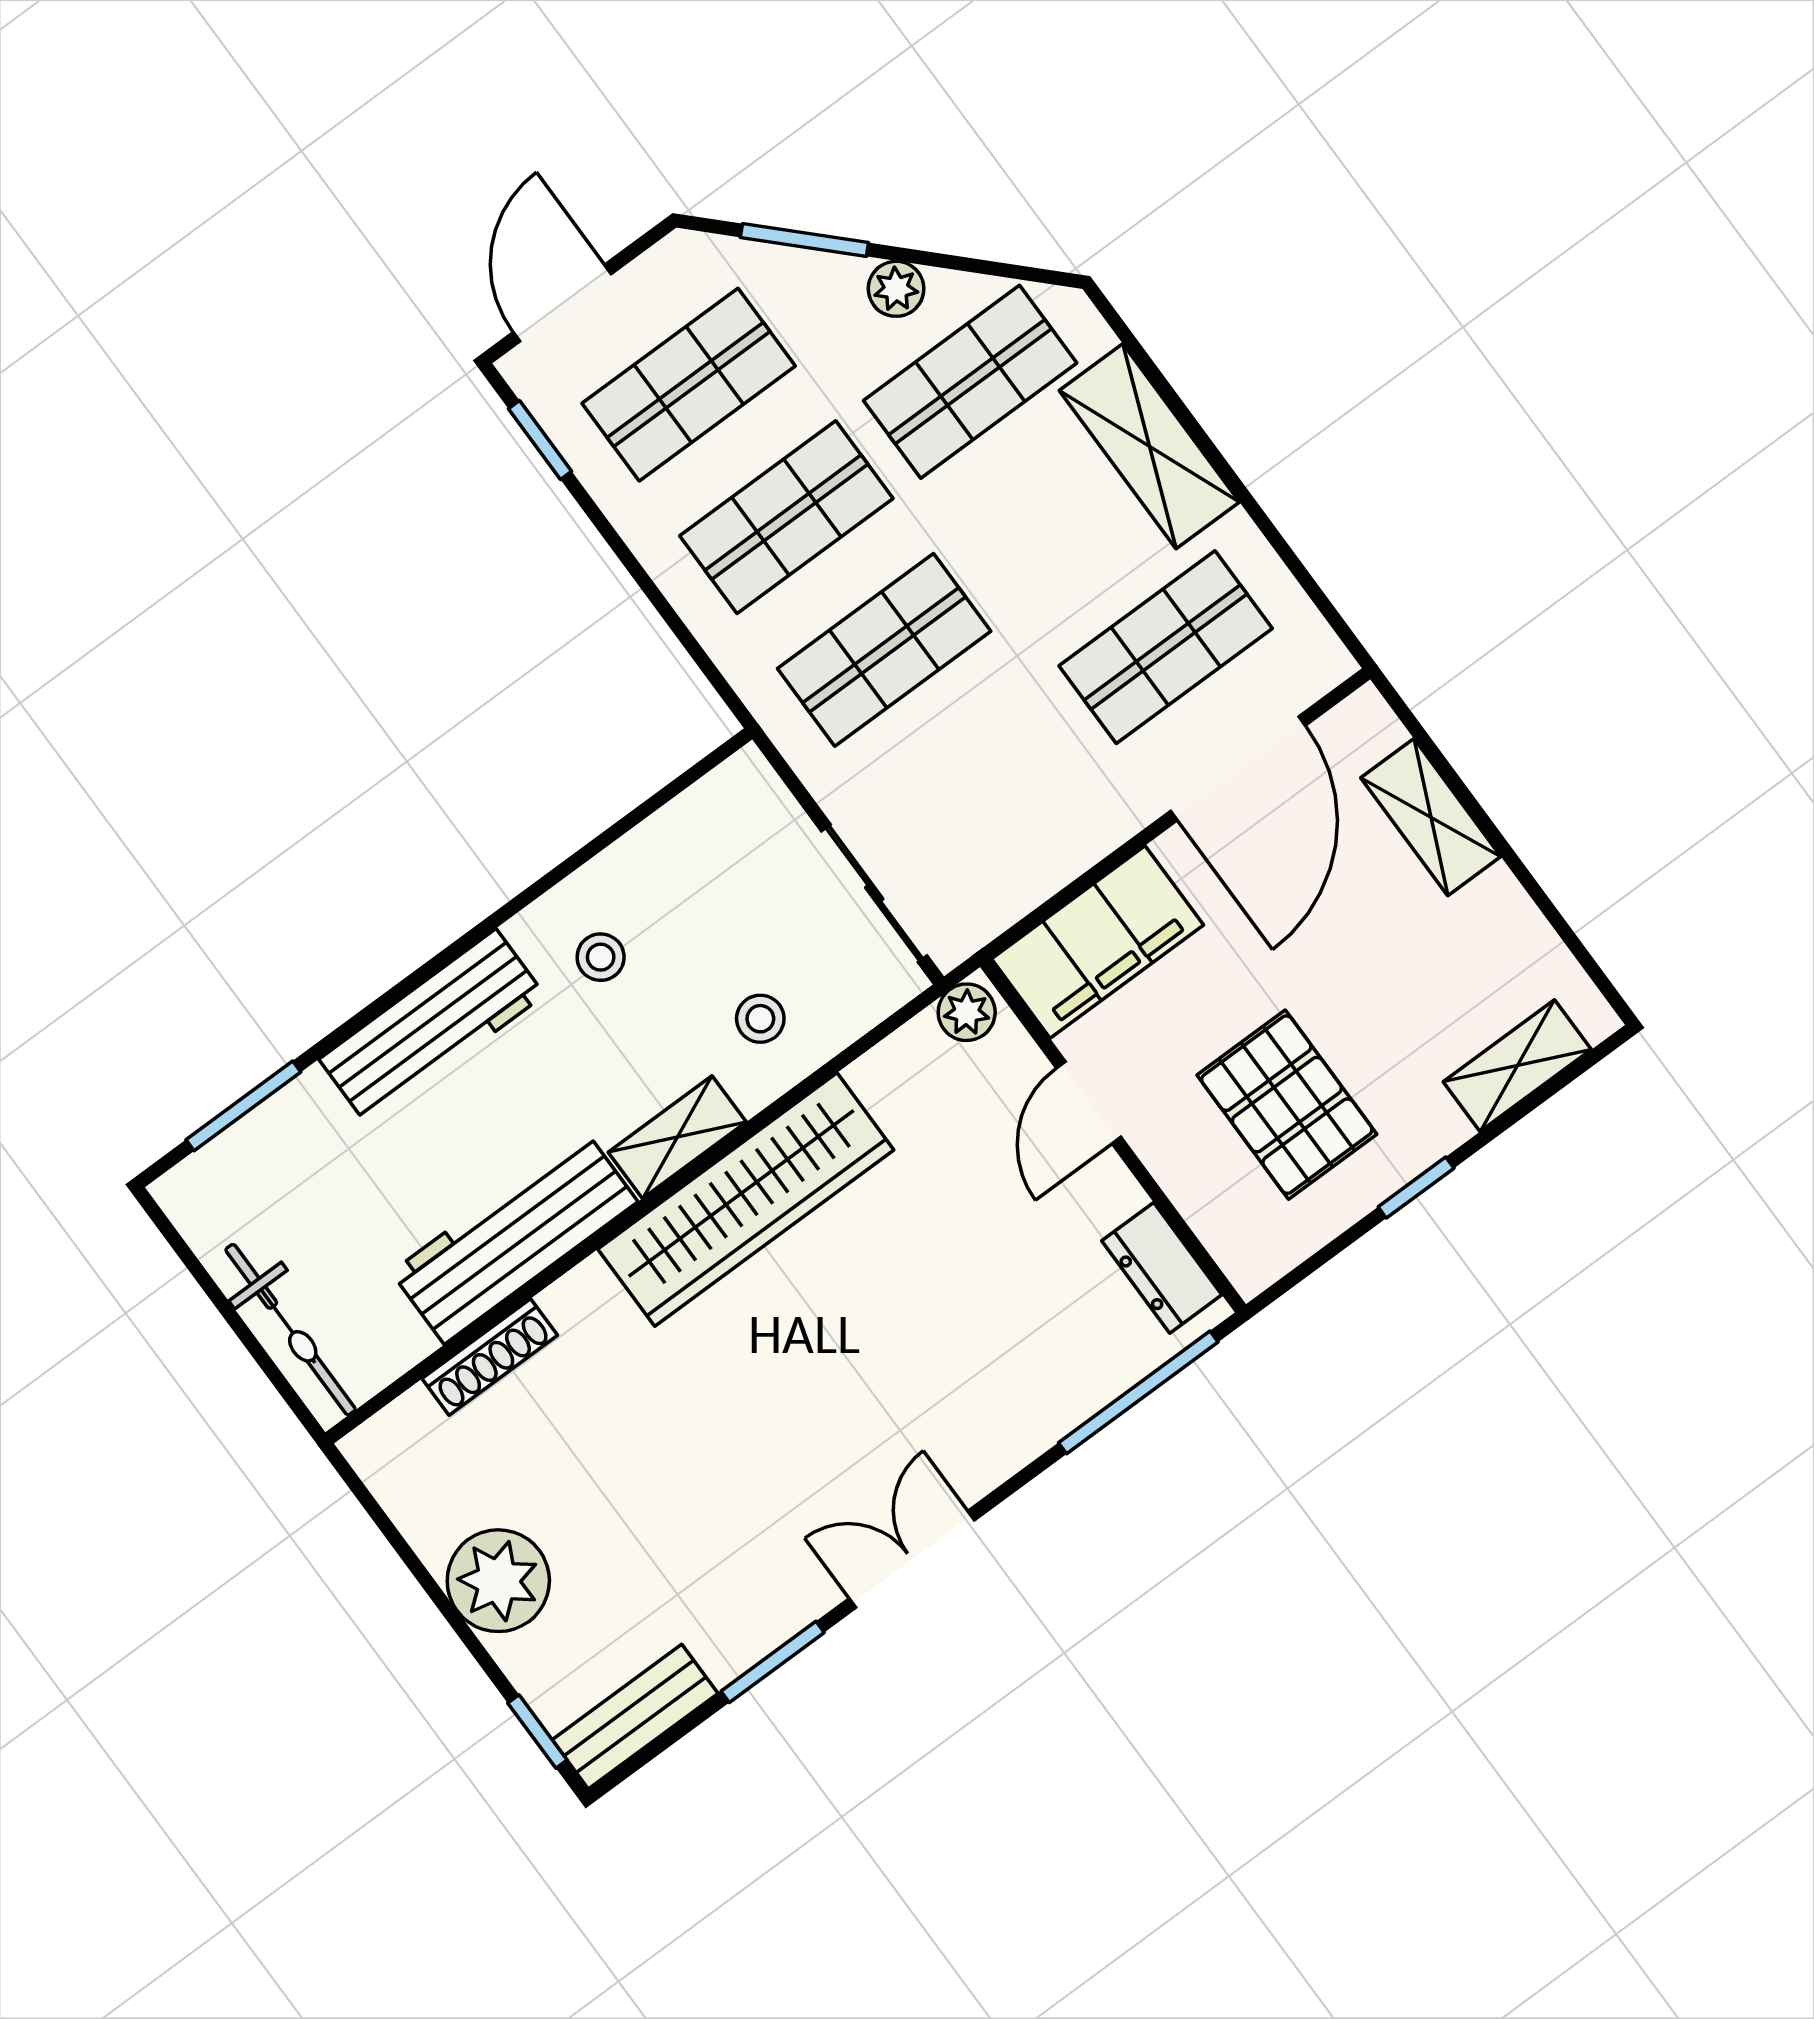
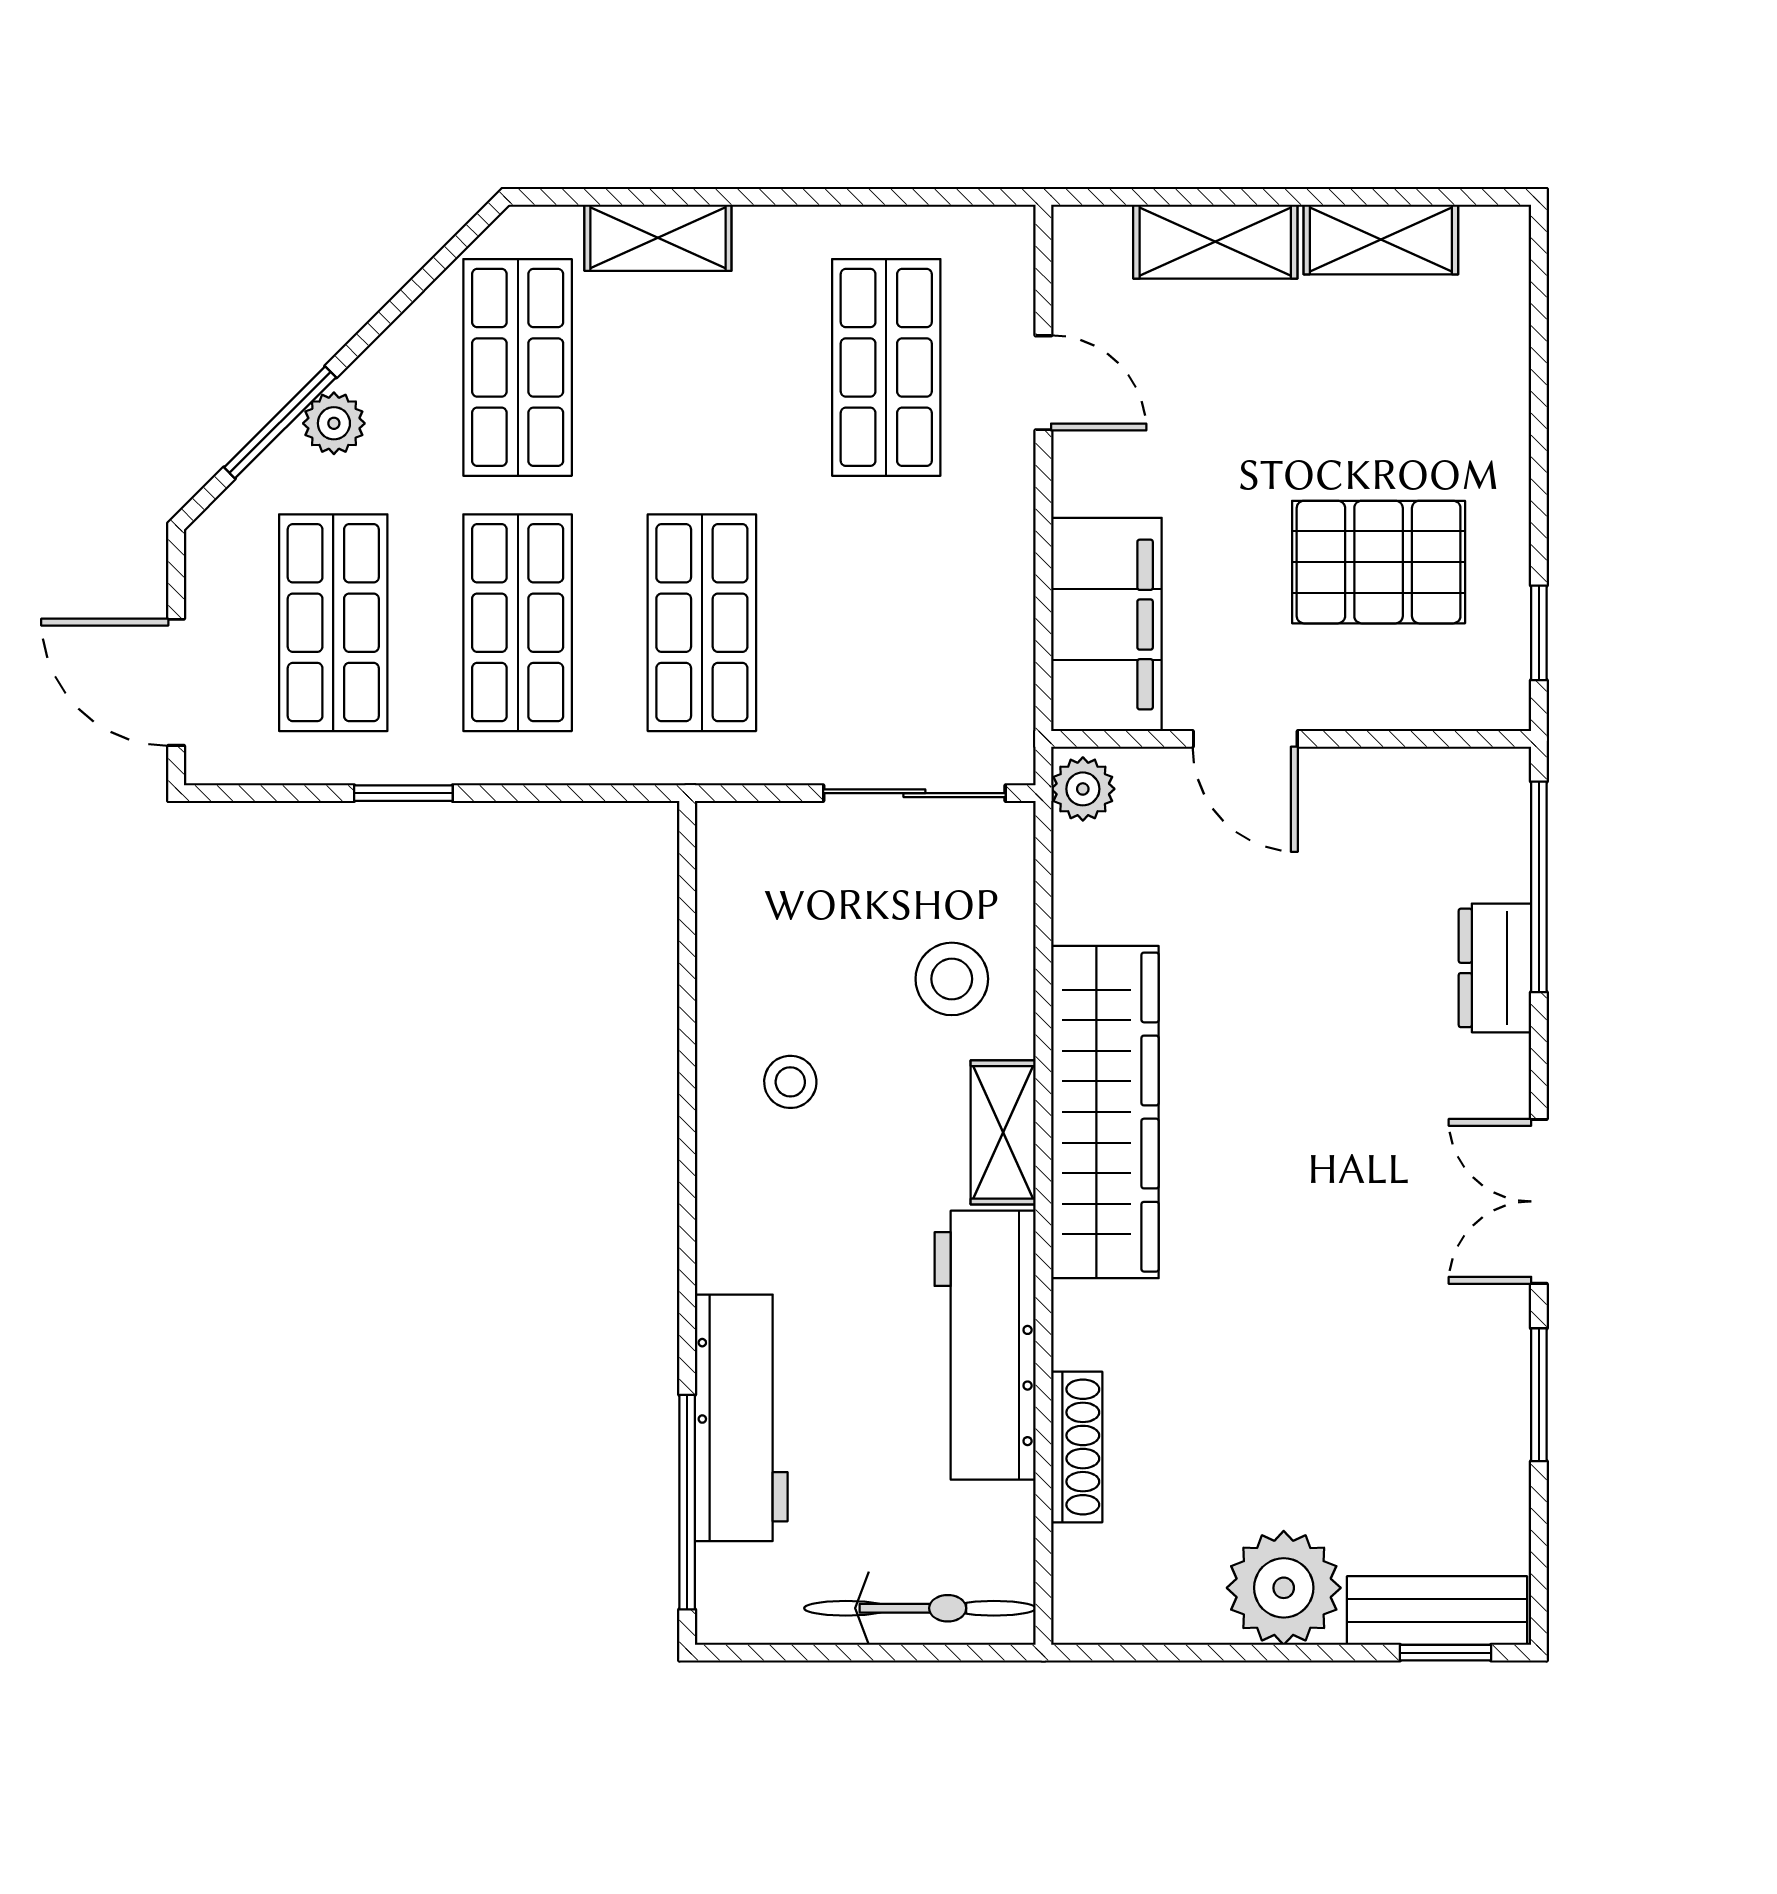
plant: (896, 289) -> (334, 423), moved
window: (540, 440) -> (403, 793), moved
shelving: (1149, 446) -> (658, 238), width x0.67, depth x0.75
door: (1238, 768) -> (1043, 383), width x0.53
stool: (760, 1019) -> (952, 979), width x1.37, depth x1.37
workbench: (432, 1027) -> (741, 1418), moved
shelving: (1517, 1066) -> (1381, 239), moved, turned 90
window: (243, 1106) -> (687, 1502), width x1.44
window: (1416, 1187) -> (1539, 633), moved
dresser: (1162, 1268) -> (1495, 968), moved, turned 90
bench: (635, 1717) -> (1437, 1611), moved, turned 90

